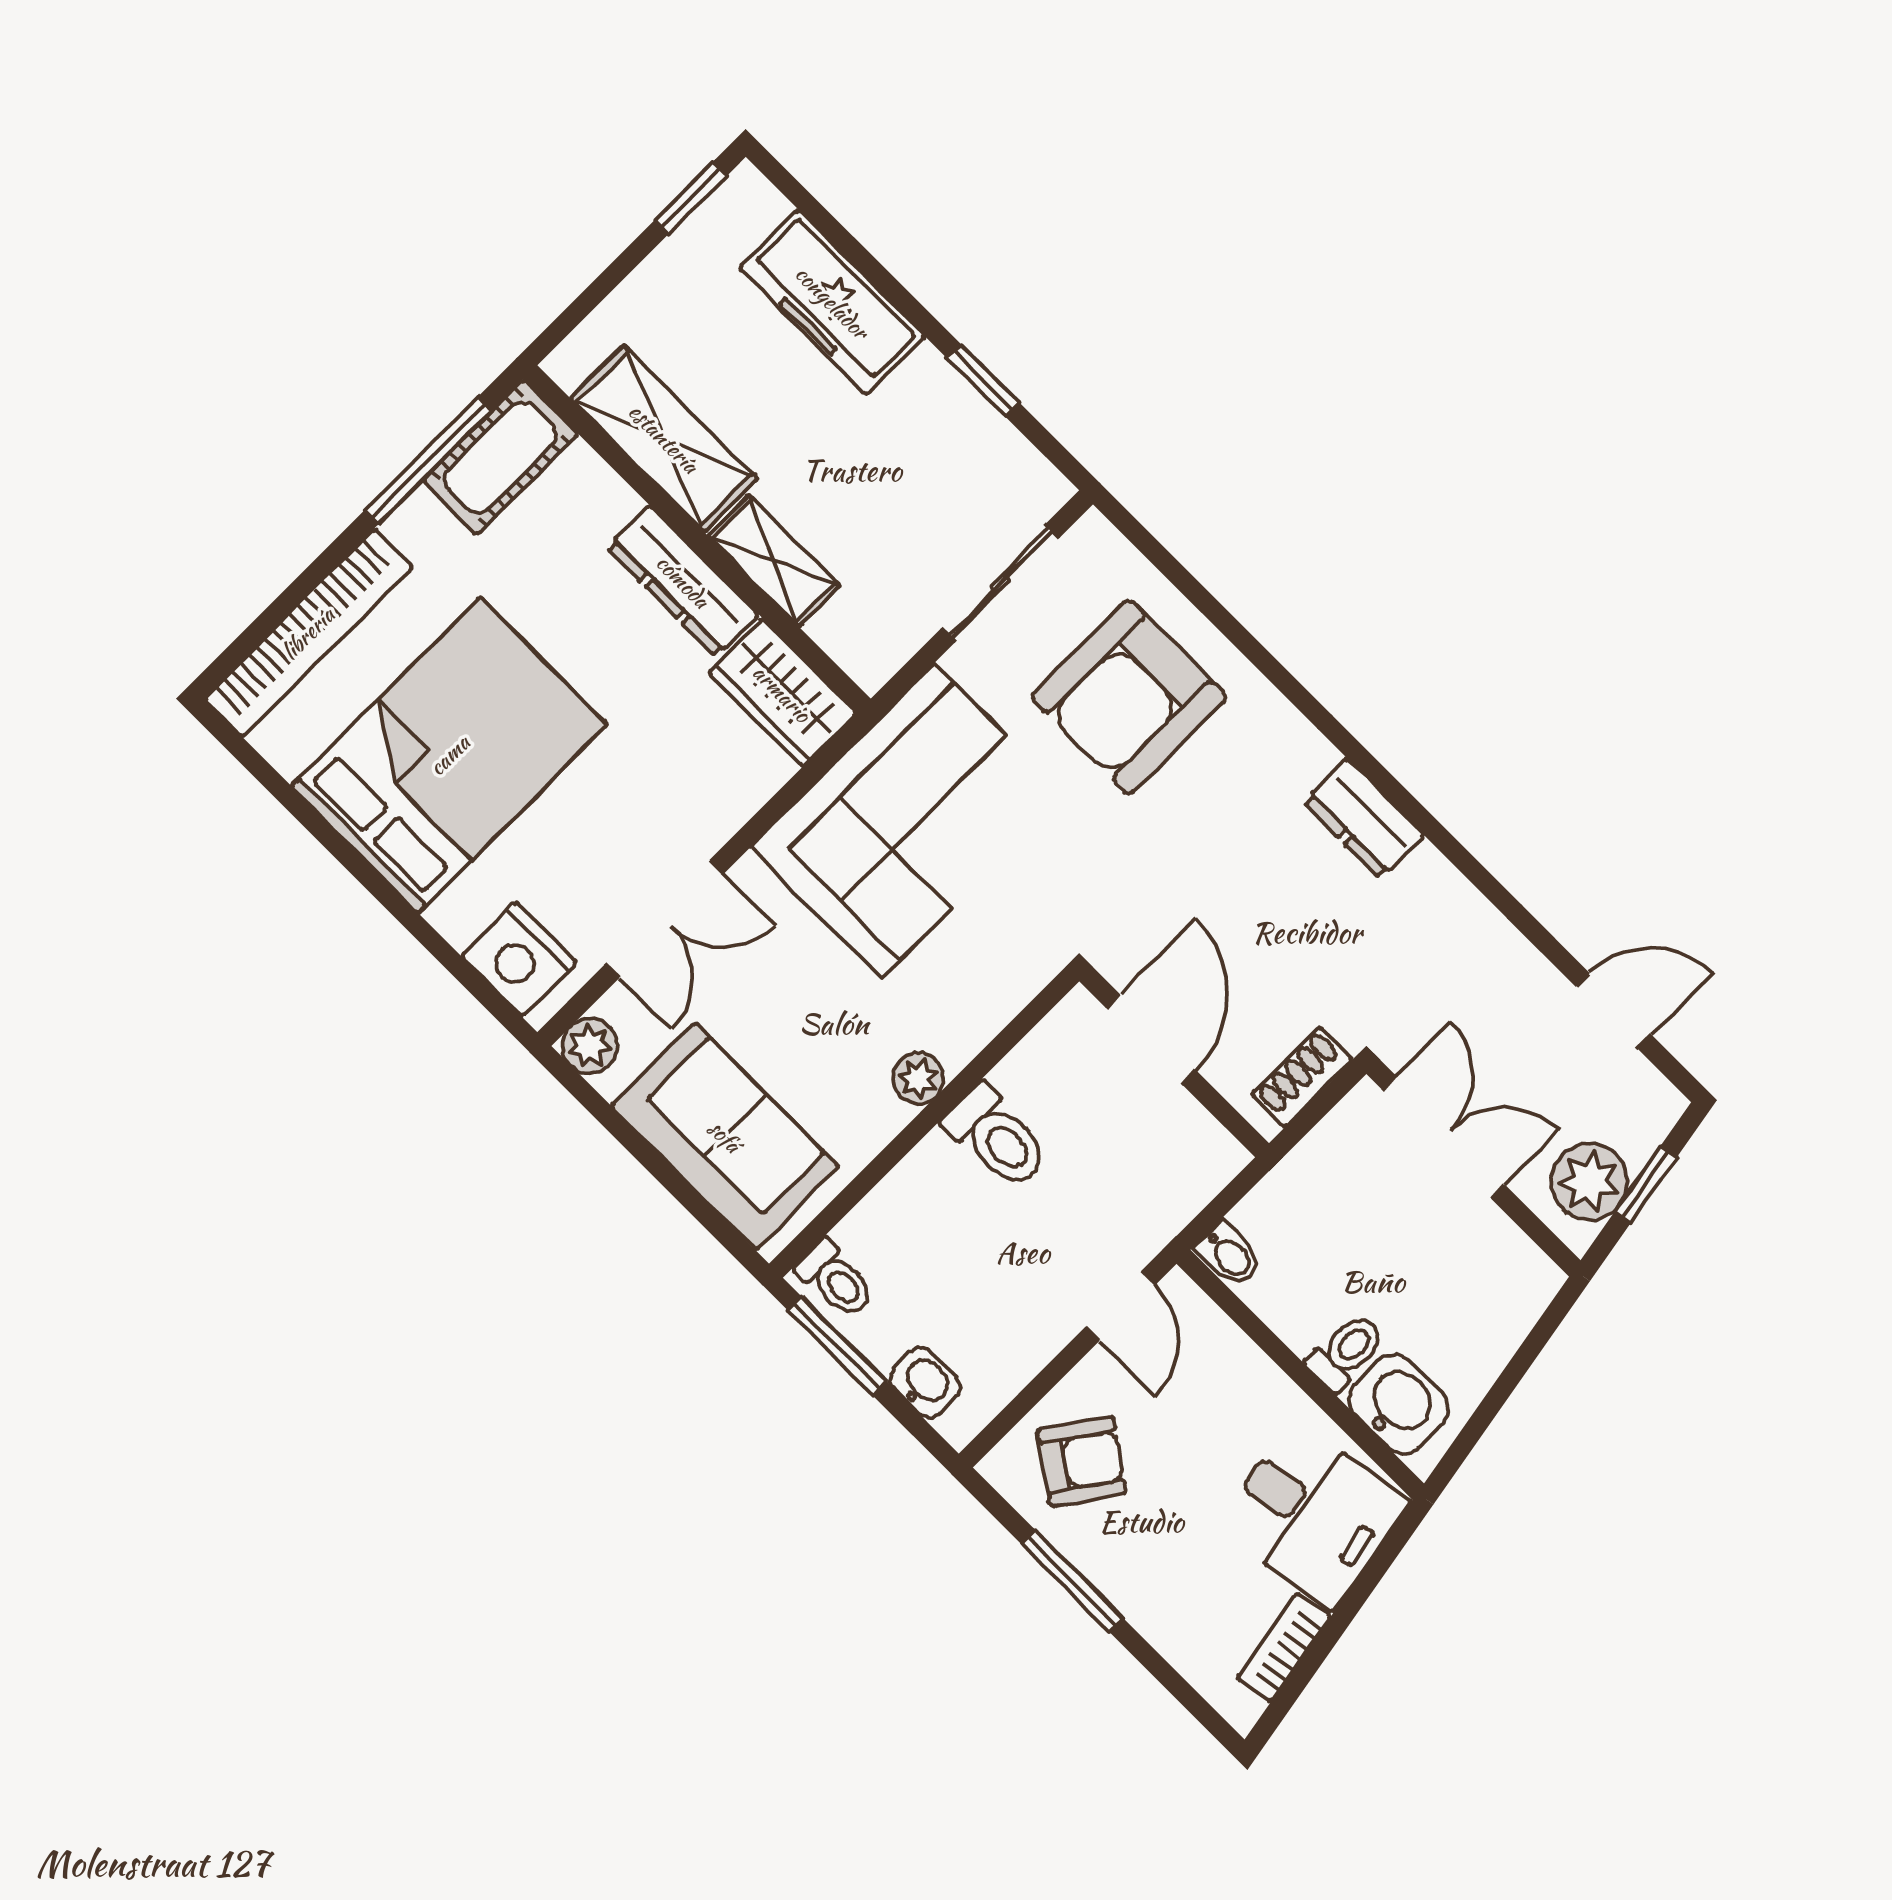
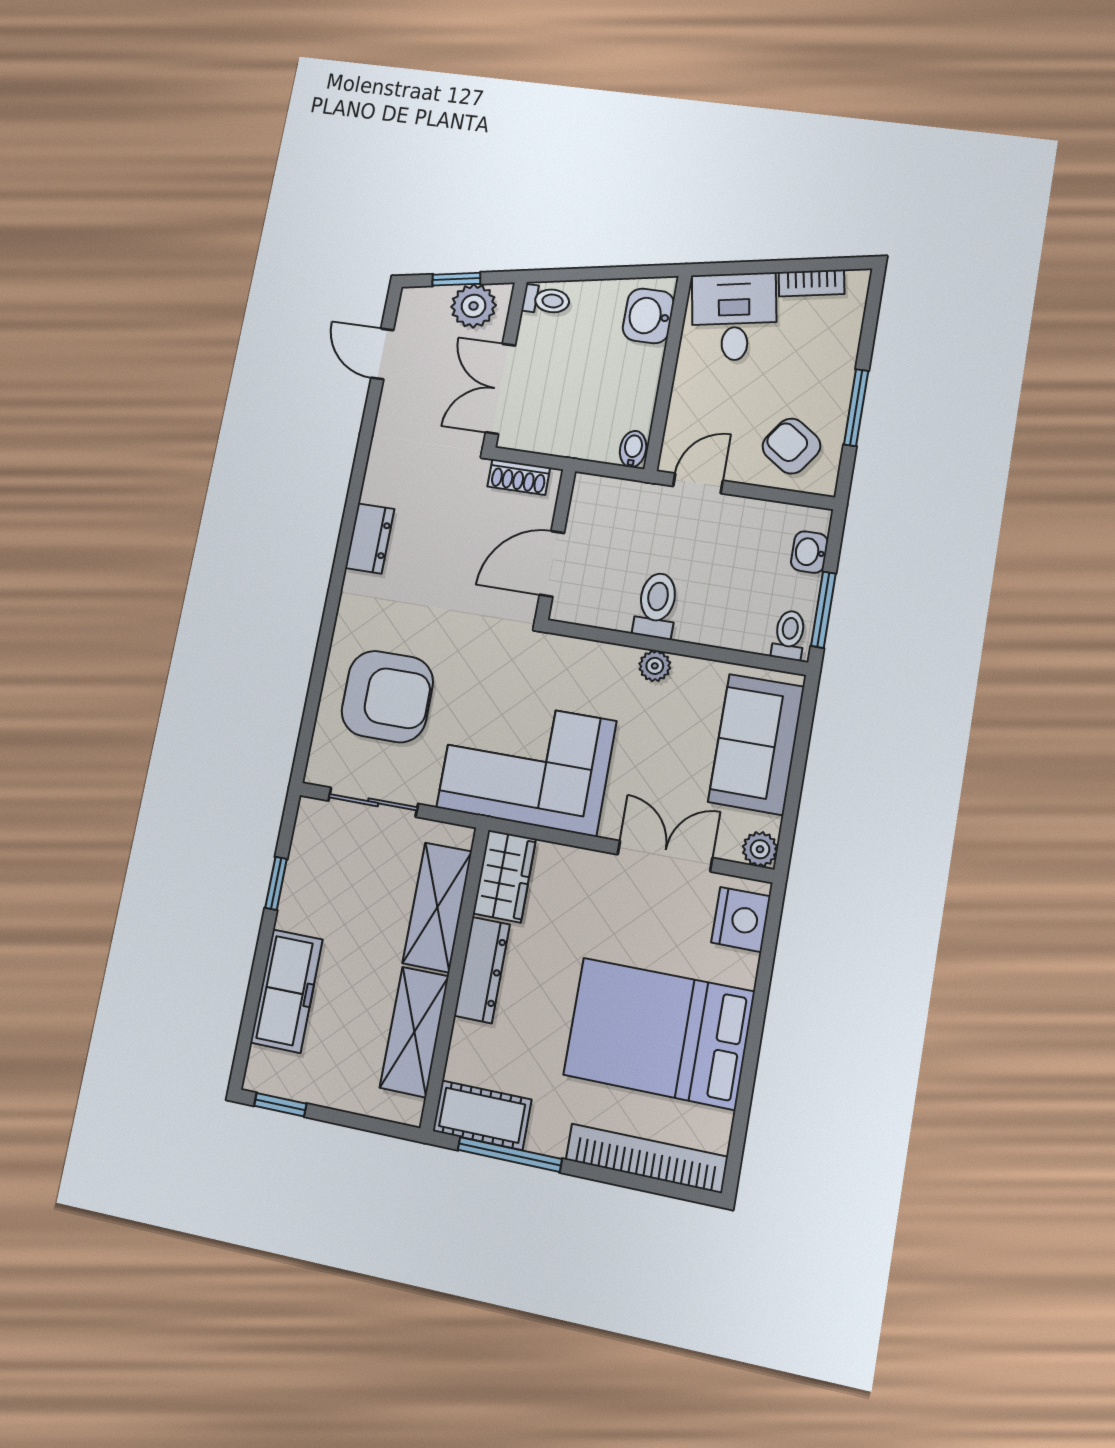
shelving: (774, 561) -> (437, 907), width x1.50, depth x1.33
toilet: (1346, 1352) -> (546, 300), moved, turned 180

